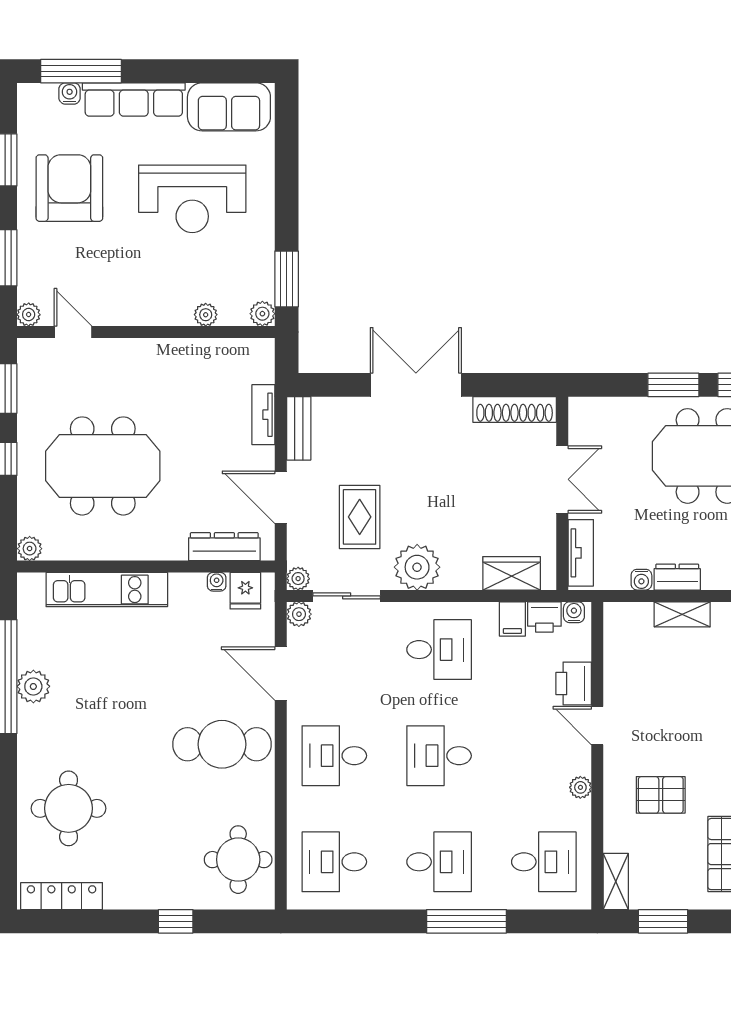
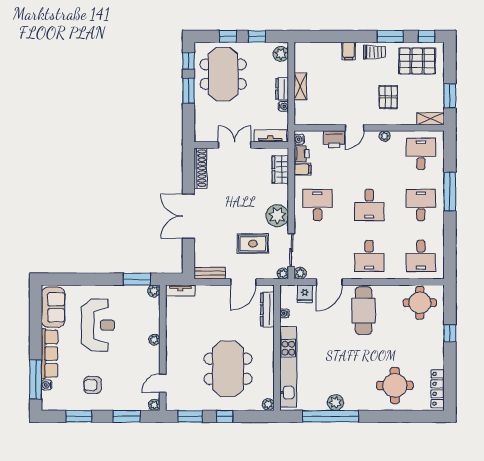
armchair: (69, 188) -> (93, 385), width x0.53, depth x0.53
plant: (206, 315) -> (154, 340), moved
tv unit: (263, 415) -> (180, 290), moved
kitchen unit: (107, 590) -> (288, 367), width x1.36
fridge: (245, 591) -> (305, 294), moved, turned 90

